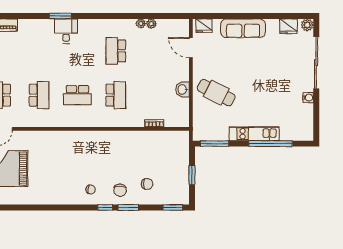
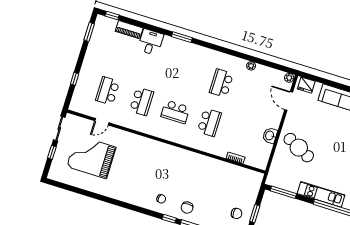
plant: (151, 24) -> (289, 78), moved
desk: (66, 31) -> (151, 42), moved
chair: (147, 184) -> (237, 213), moved

